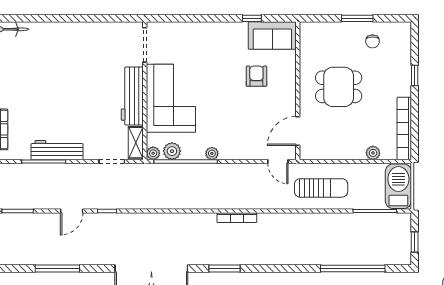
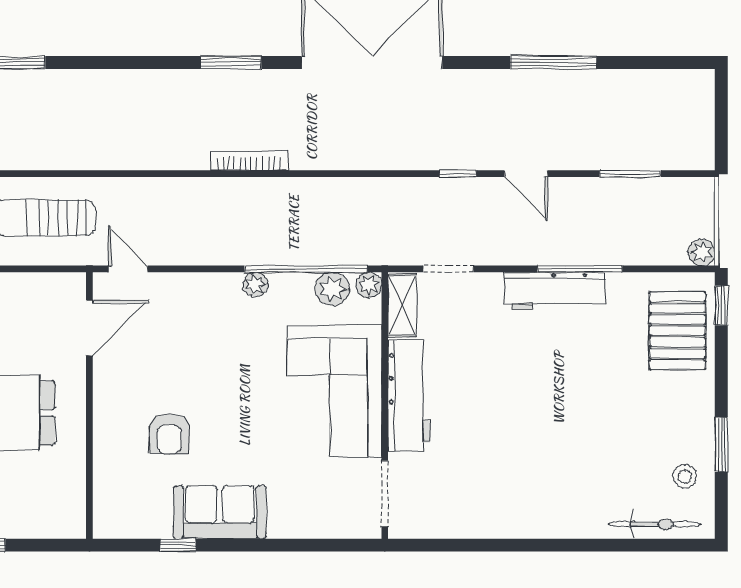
sofa: (272, 36) -> (220, 512), moved
door: (72, 211) -> (526, 174), swing flipped
bookcase: (237, 218) -> (249, 161), moved

